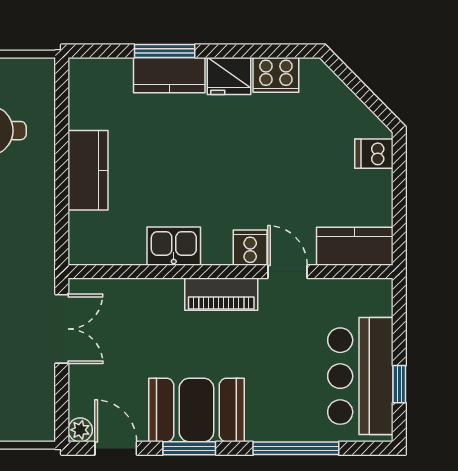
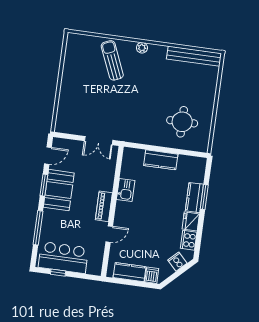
kitchen counter: (355, 246) -> (130, 272), moved, turned -90
cooker: (250, 248) -> (177, 262), moved, turned -134
plant: (80, 430) -> (57, 142), removed

